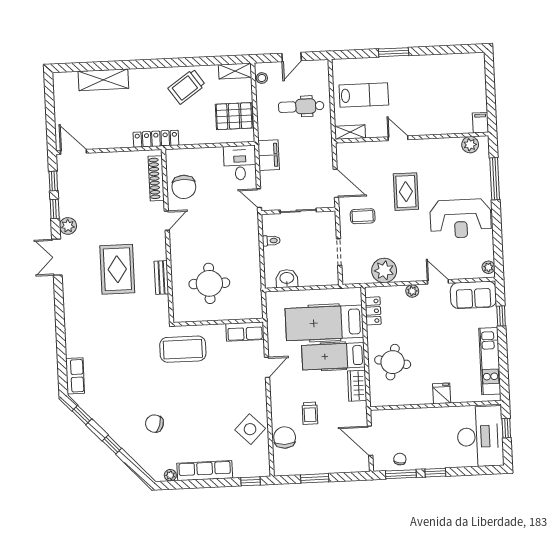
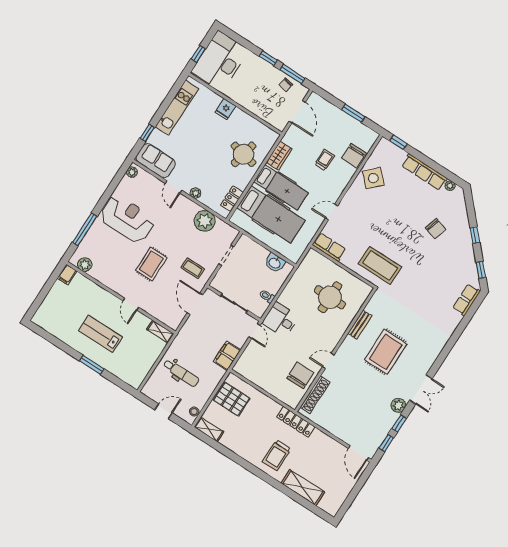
trolley: (187, 87) -> (277, 455), moved, turned 125
lab bench: (364, 95) -> (101, 334), moved
desk: (240, 163) -> (280, 320), moved, turned 90

